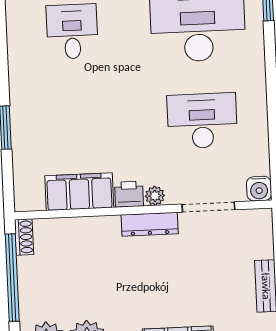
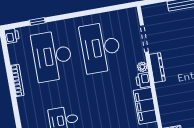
desk: (202, 121) -> (101, 48), width x1.36, depth x1.30
water cooler: (259, 189) -> (132, 14), removed

